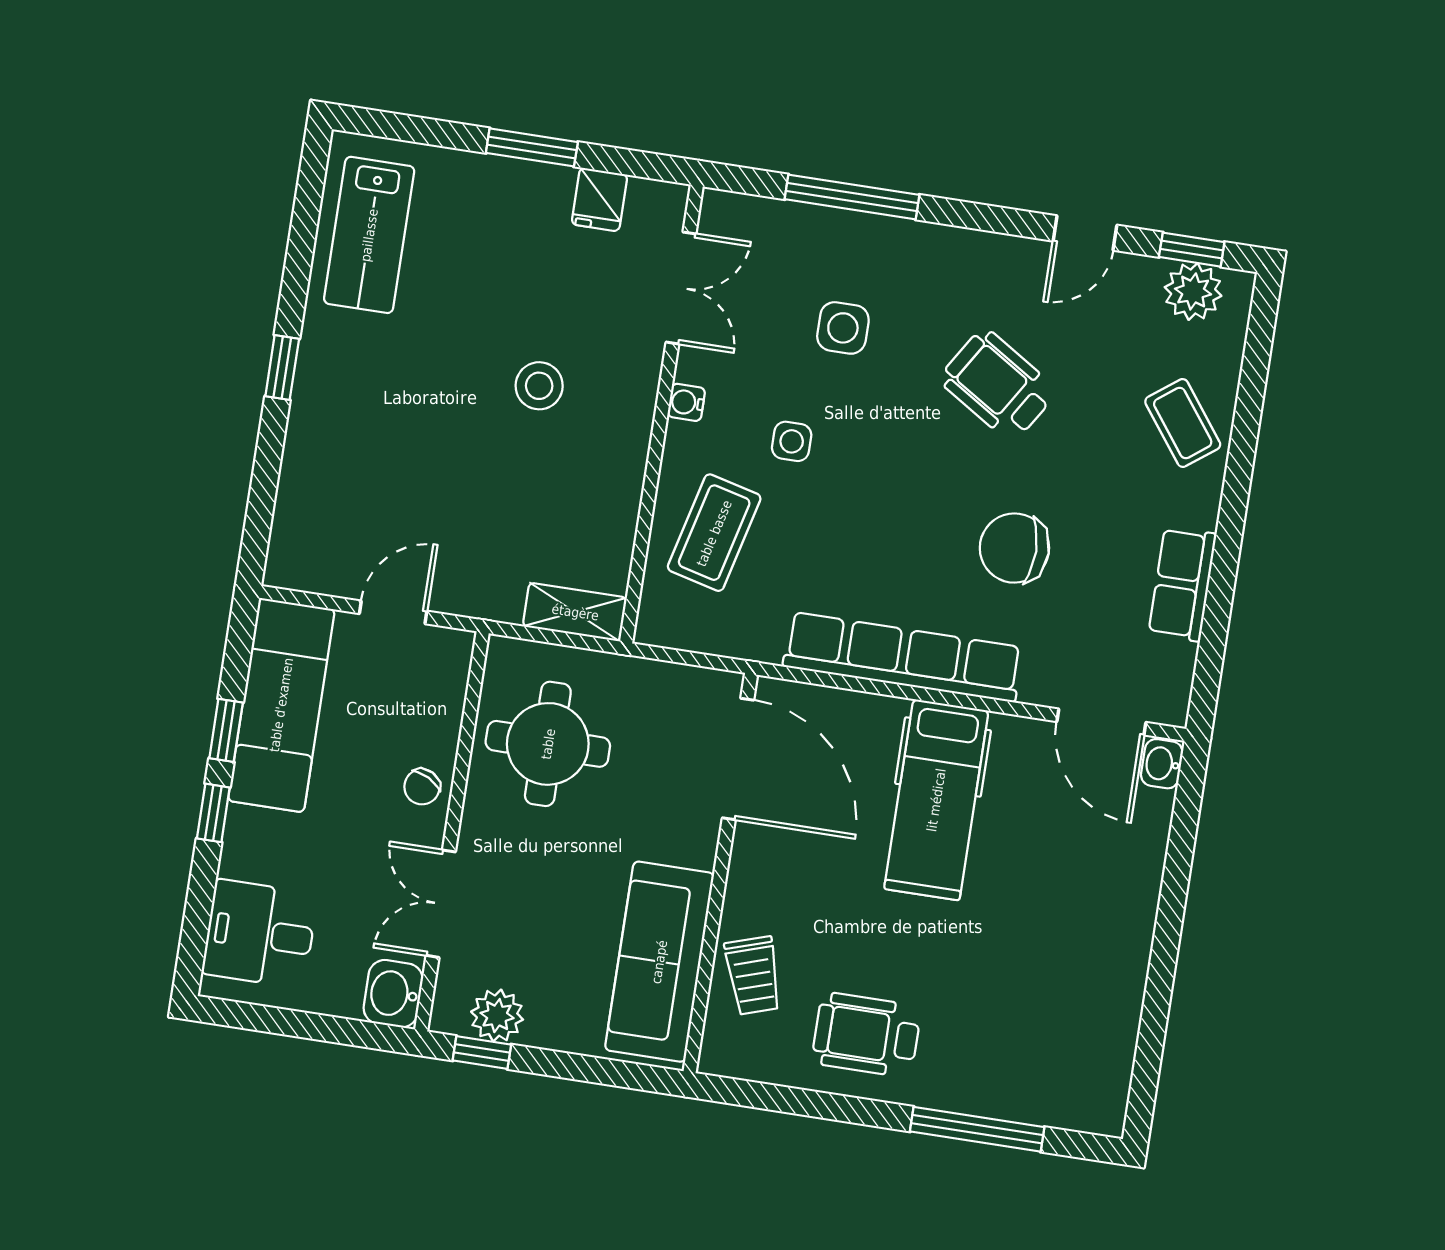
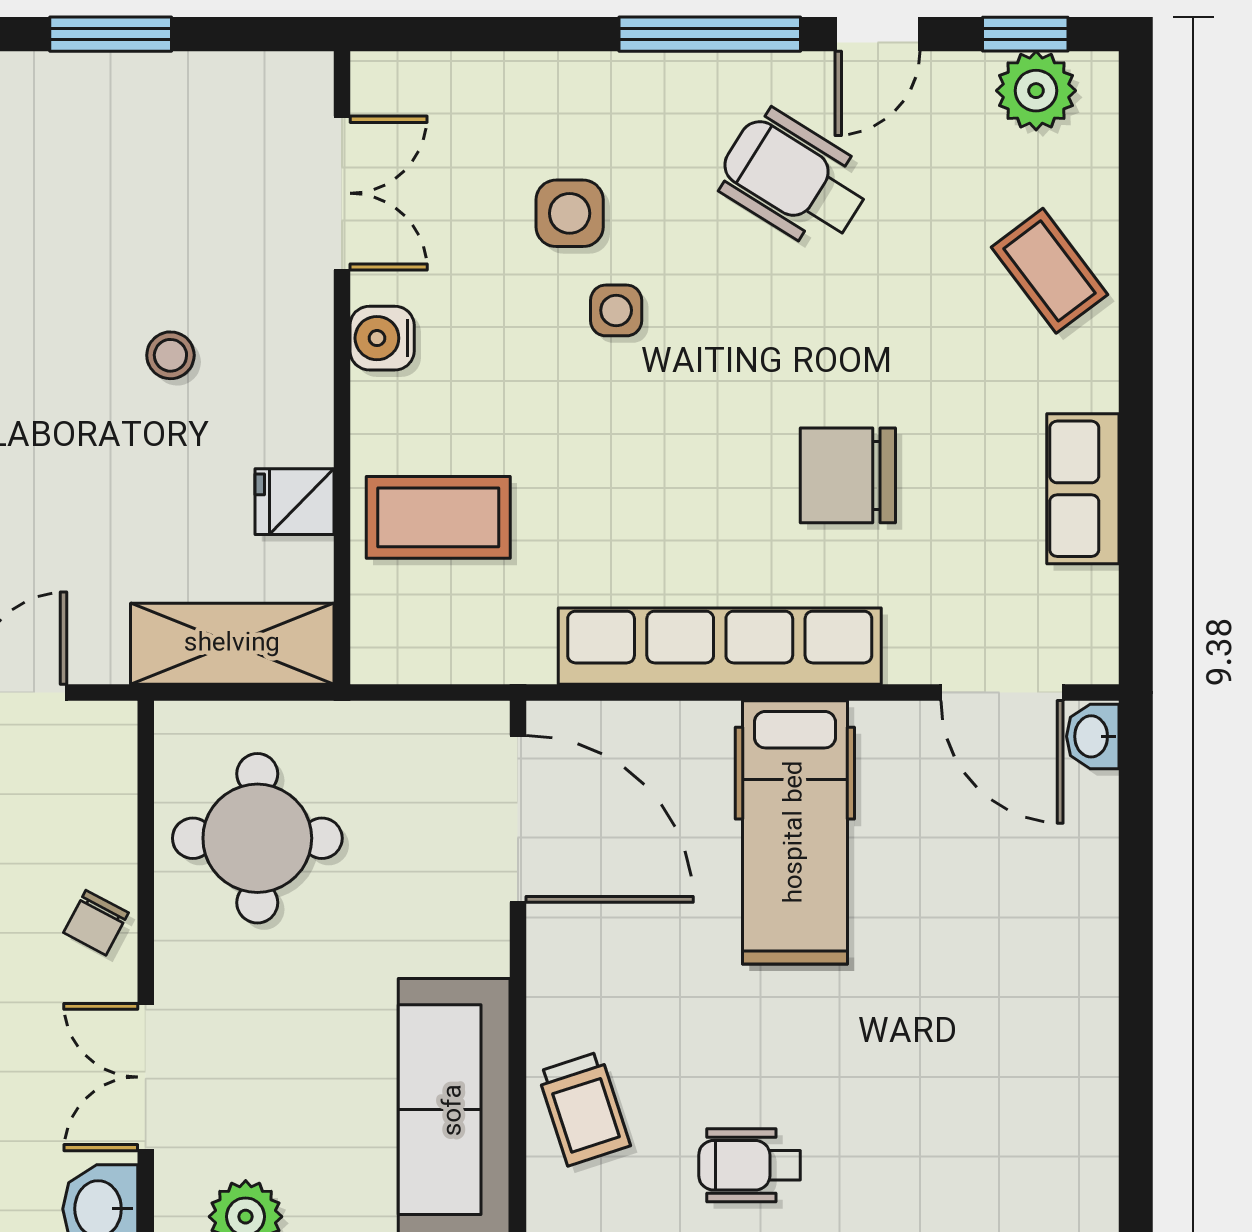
window: (852, 197) -> (710, 34), moved
fridge: (599, 200) -> (294, 502), moved, turned 90
wheelchair: (998, 385) -> (794, 179), moved
stool: (539, 386) -> (170, 355), width x0.73, depth x0.73
water cooler: (686, 402) -> (382, 338), width x1.38, depth x1.38
side table: (792, 441) -> (616, 310), moved
coffee table: (714, 533) -> (438, 517), turned 76
shelving: (575, 612) -> (232, 644), width x1.50, depth x1.33
wheelchair: (866, 1035) -> (750, 1165), width x0.73, depth x0.73

